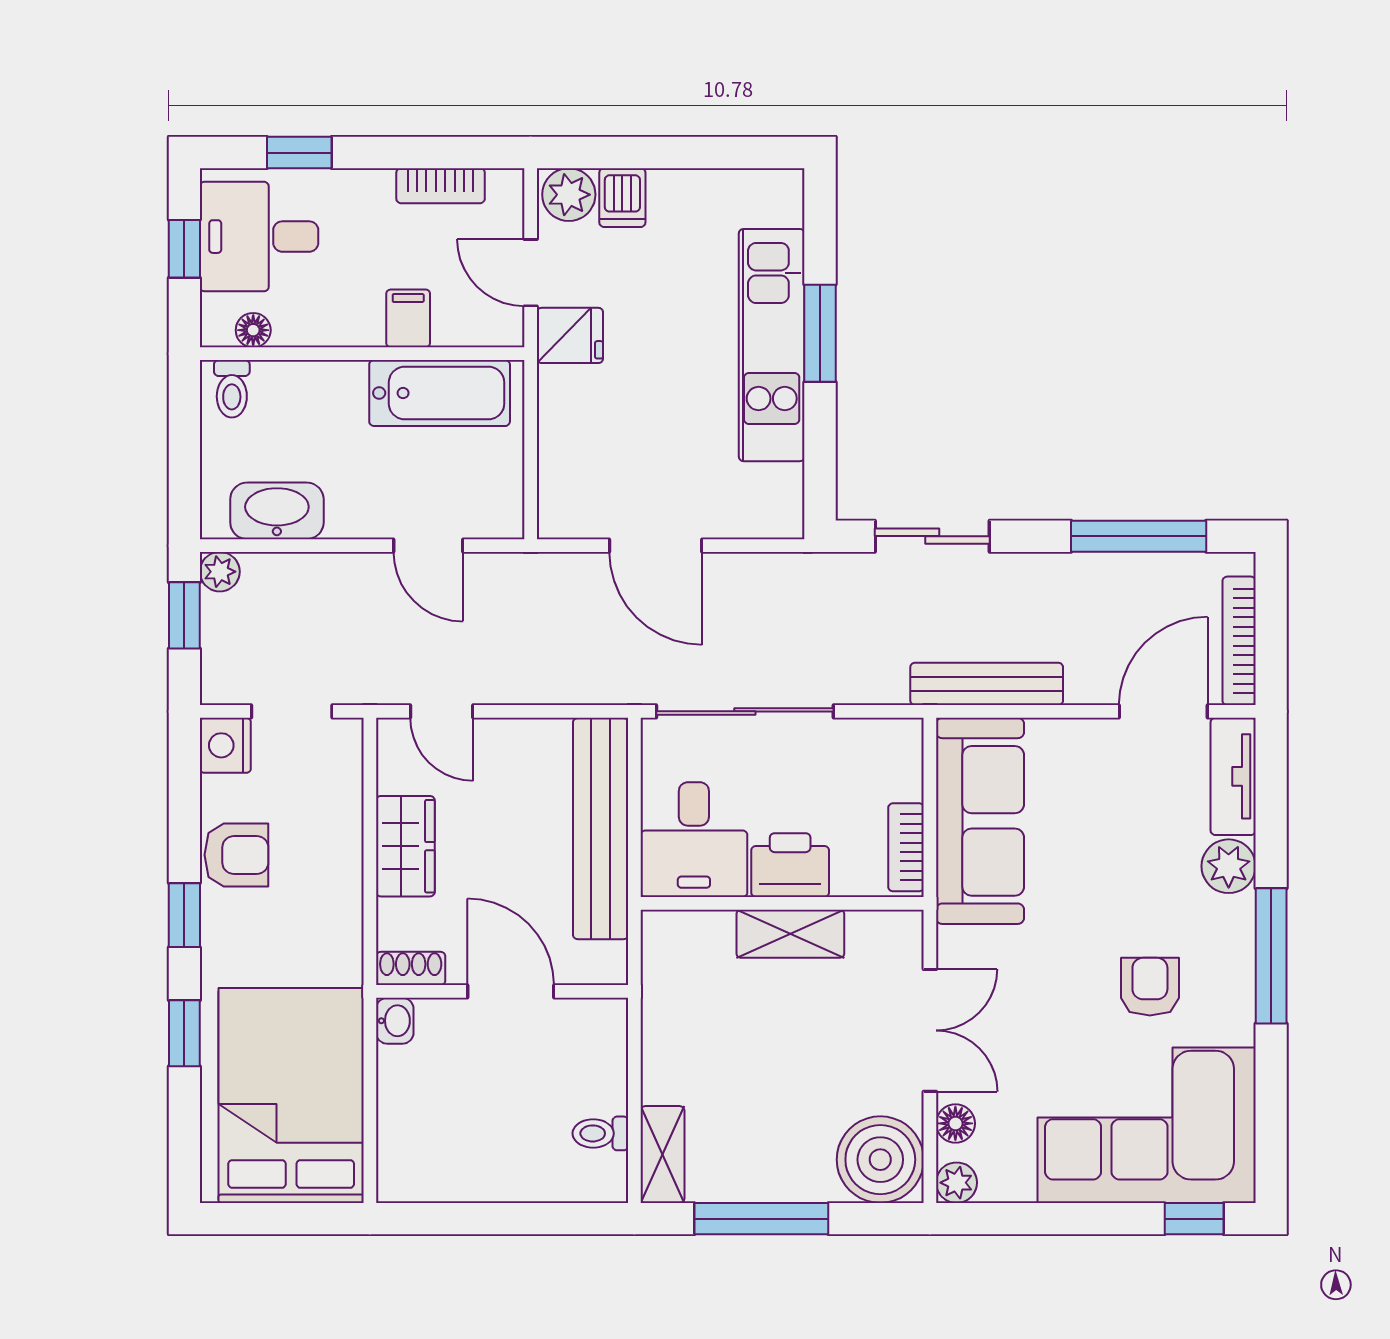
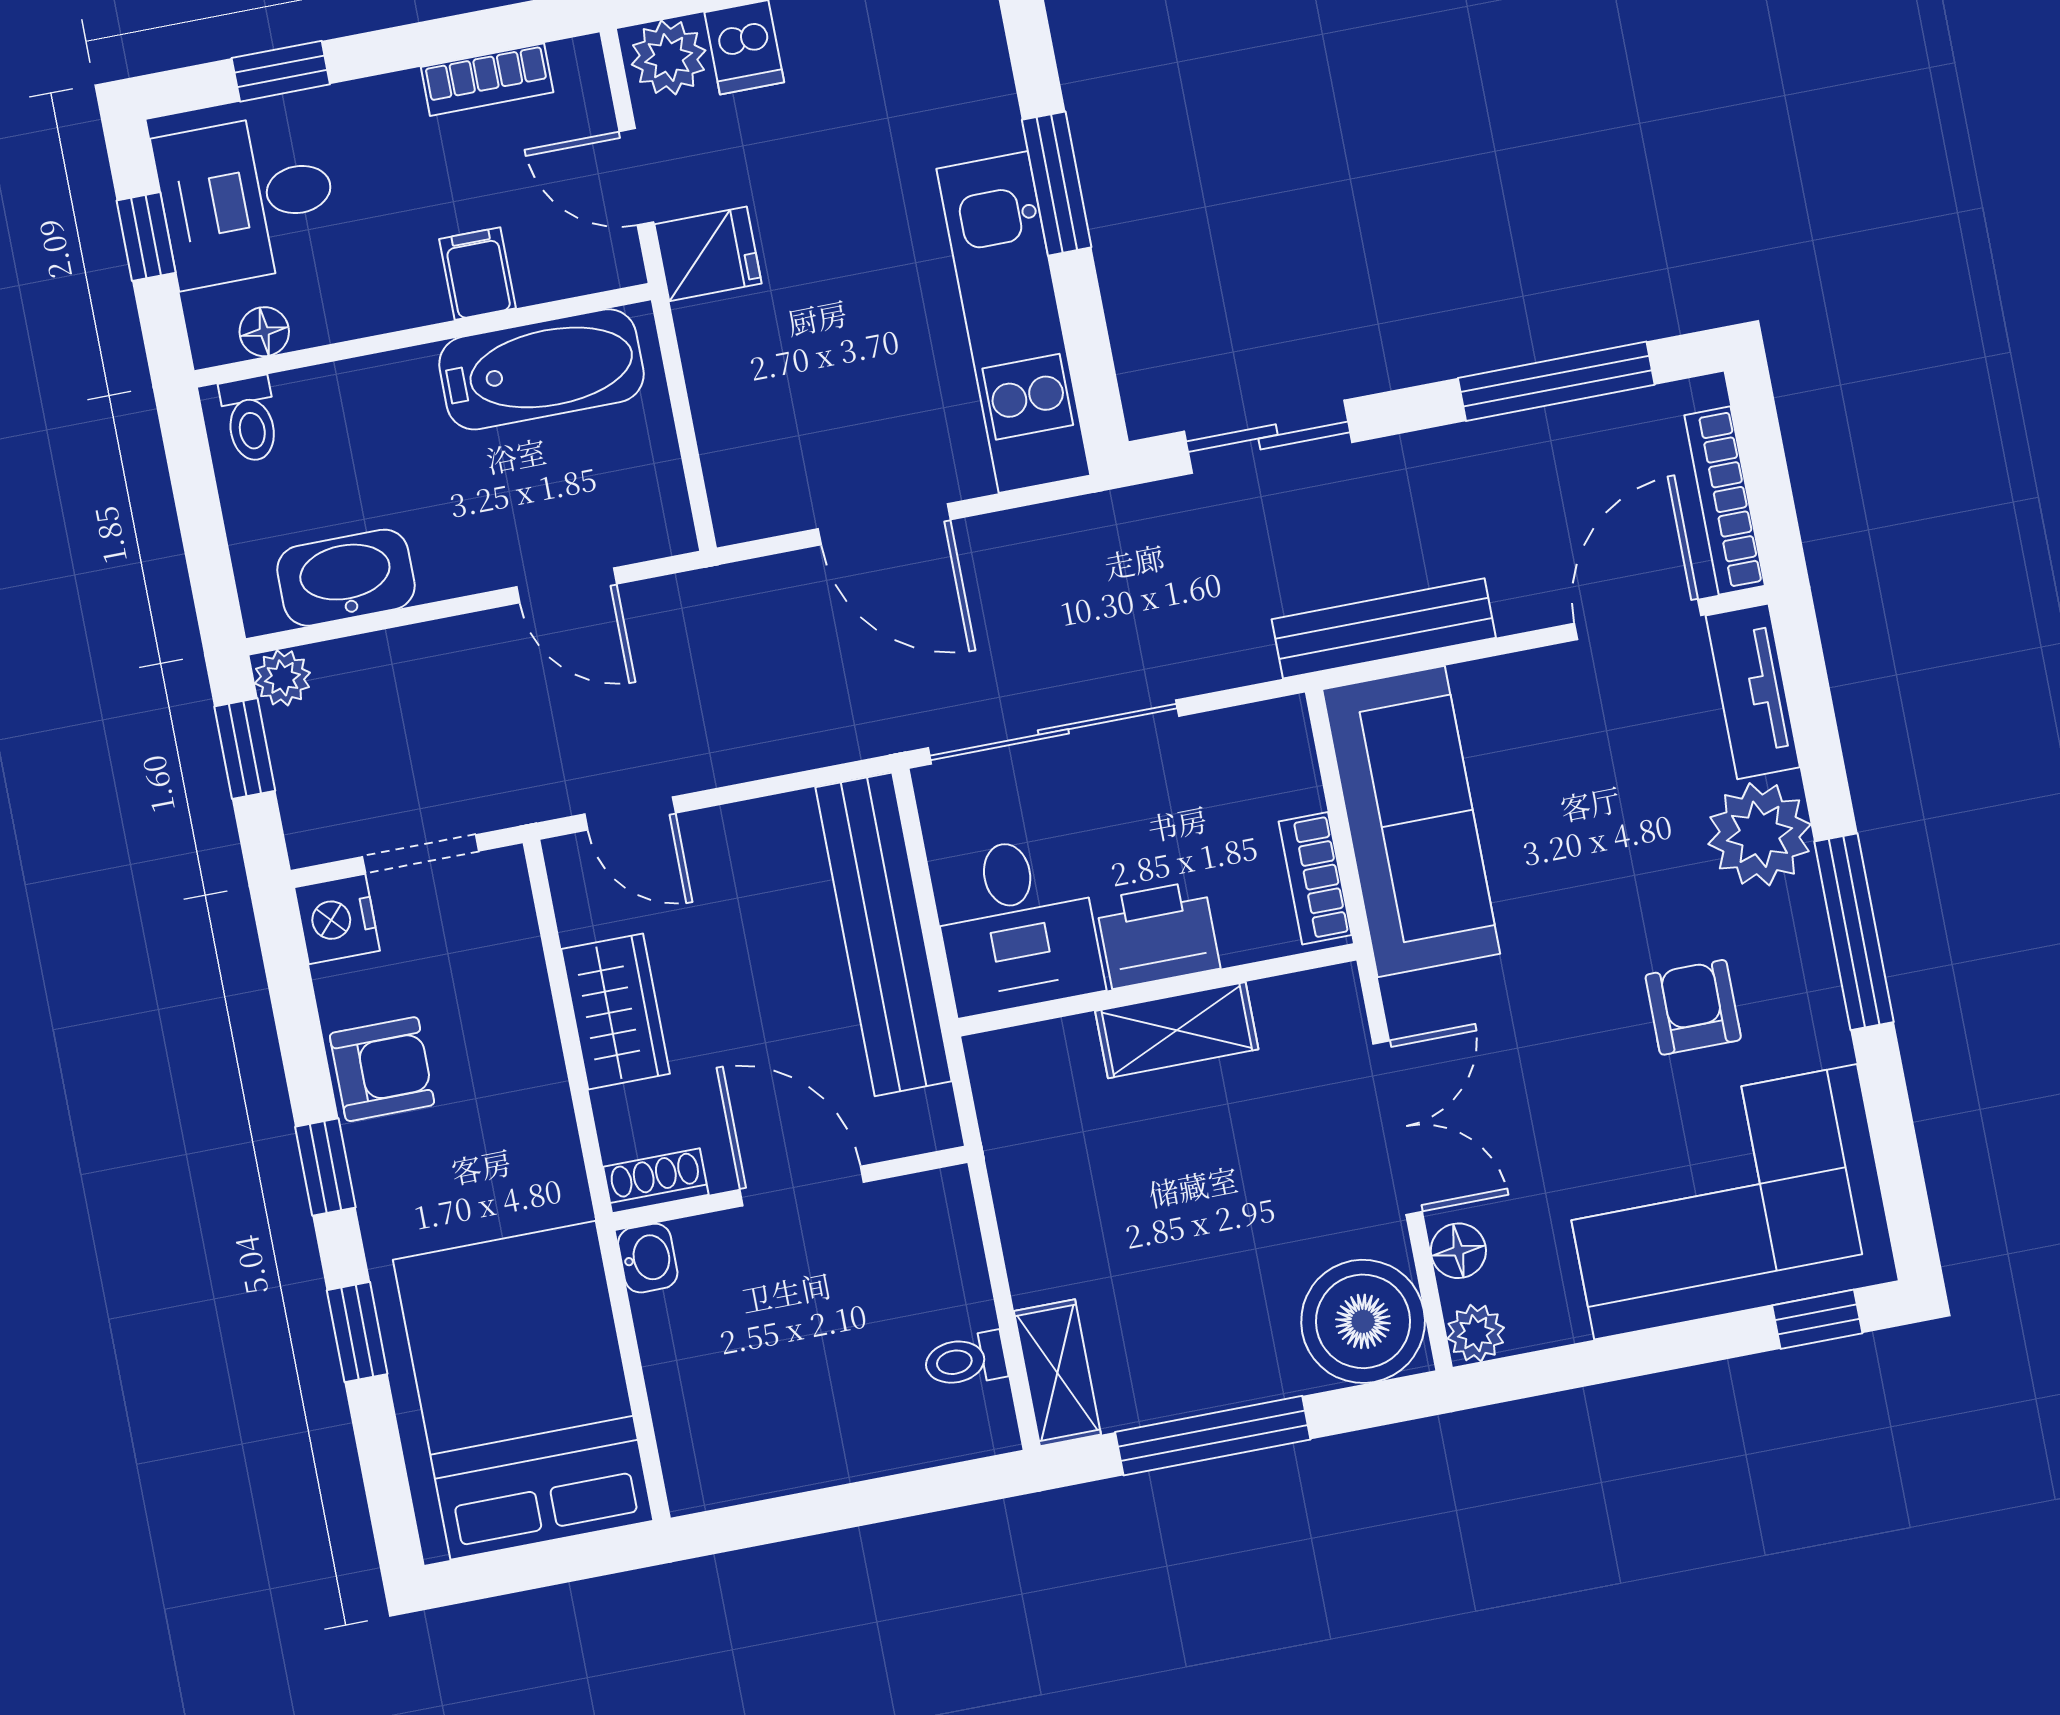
kitchen unit: (772, 345) -> (1013, 322), moved
plant: (1229, 866) -> (1759, 834), width x1.36, depth x1.36

